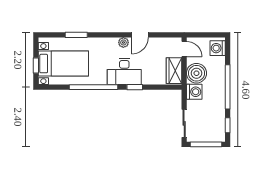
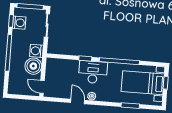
door: (140, 35) -> (78, 101), hinge flipped
washing machine: (218, 48) -> (19, 23), moved
wardrobe: (174, 71) -> (52, 70), removed

